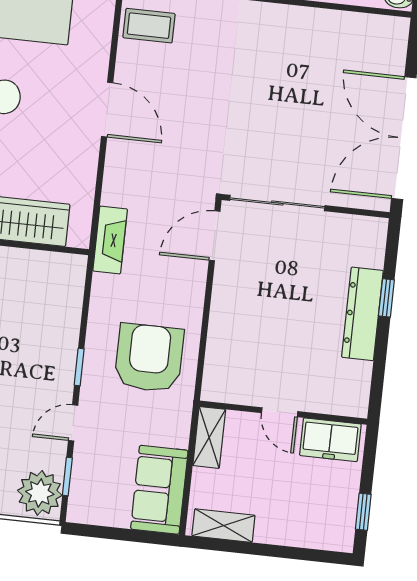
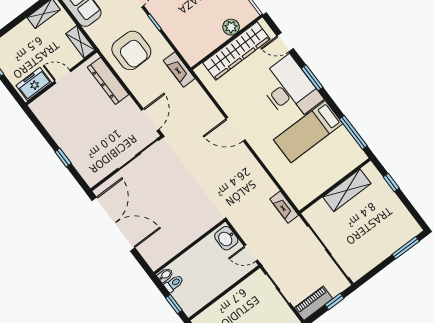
coffee table: (149, 26) -> (250, 176), removed
fireplace: (110, 240) -> (179, 69), moved
dresser: (362, 314) -> (108, 81), moved, turned 180

